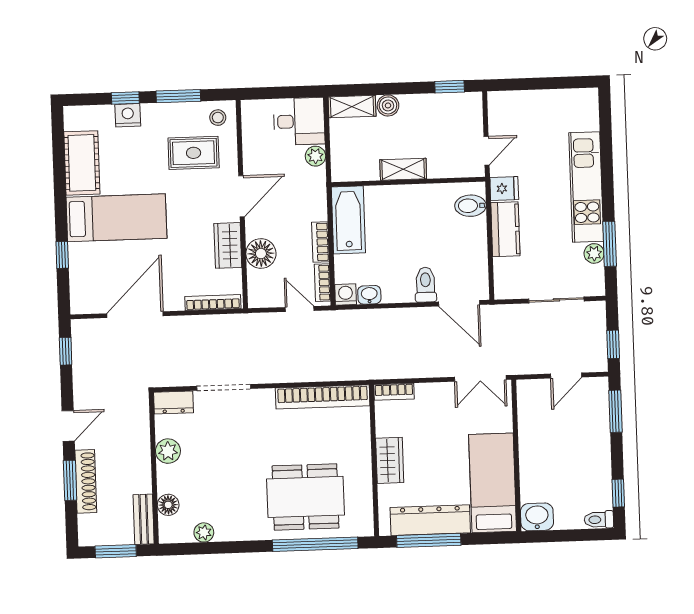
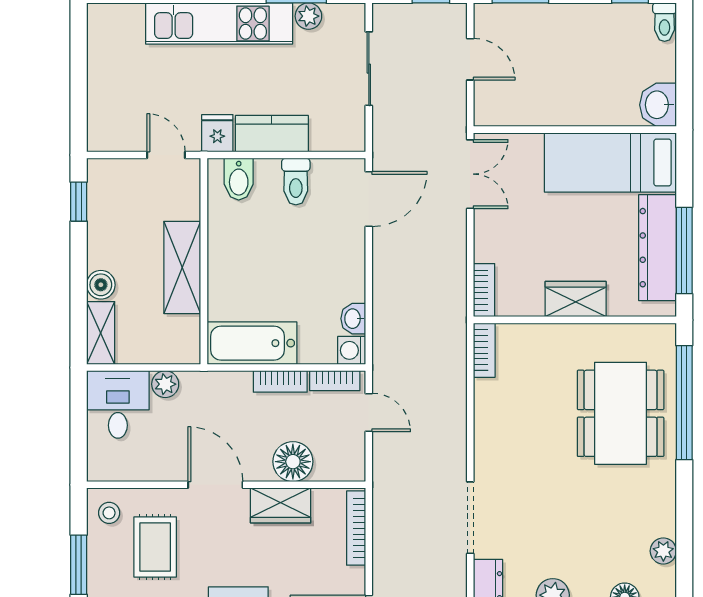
shelving: (403, 169) -> (182, 267), width x1.50, depth x1.33
toilet: (426, 285) -> (296, 182), moved, turned -90
door: (300, 309) -> (369, 413), swing flipped
bookcase: (323, 397) -> (484, 350), width x0.43, depth x0.76

